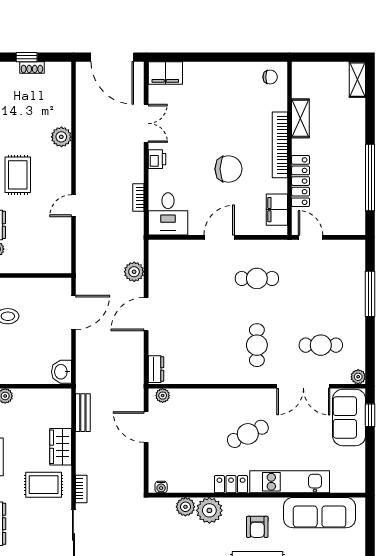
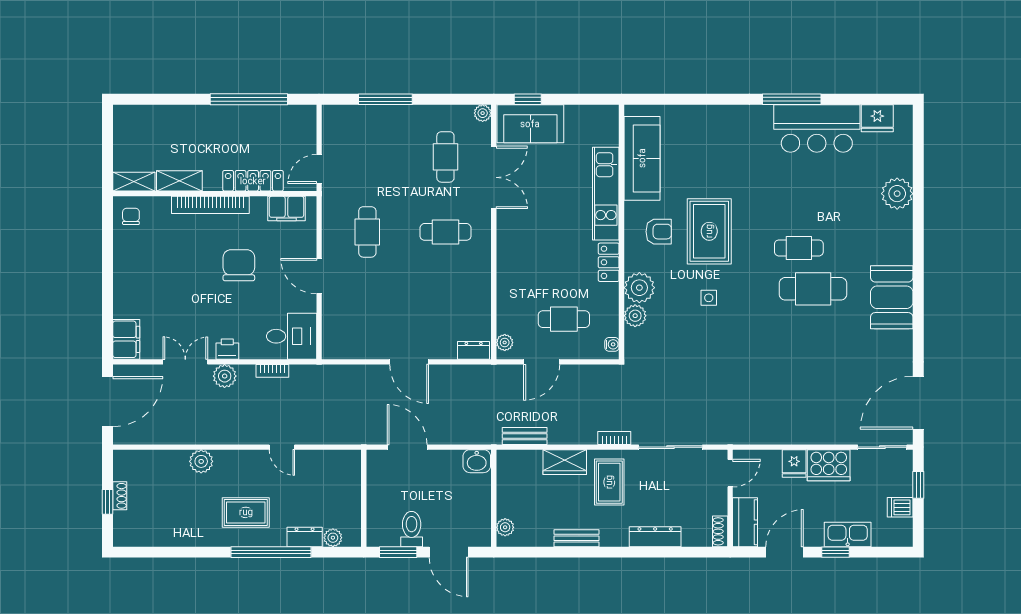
shelving: (357, 80) -> (134, 182), moved
plant: (134, 272) -> (225, 376), moved
cafe table: (248, 434) -> (564, 319), moved, turned -64

